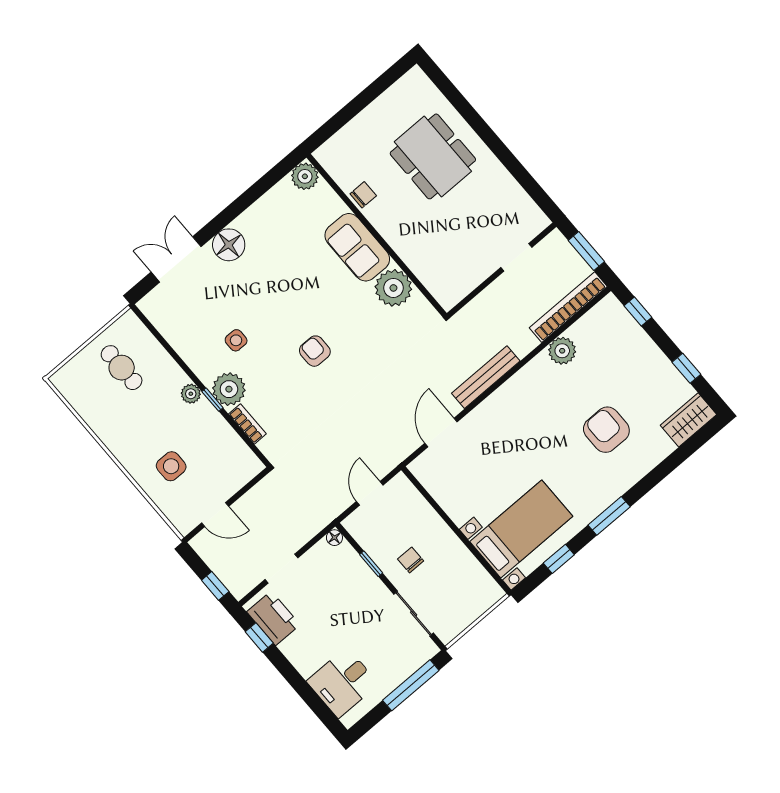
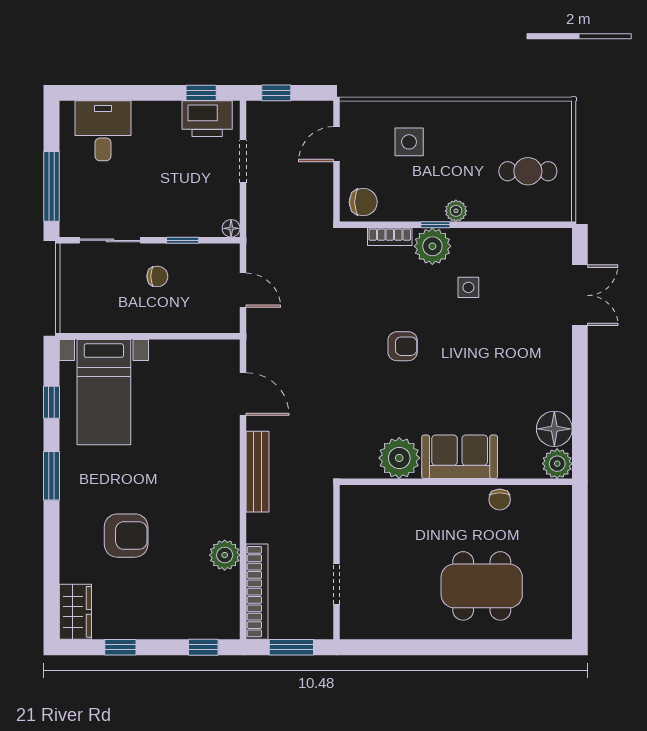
floor lamp: (229, 245) -> (554, 429), moved
chair: (239, 462) -> (363, 202), added

